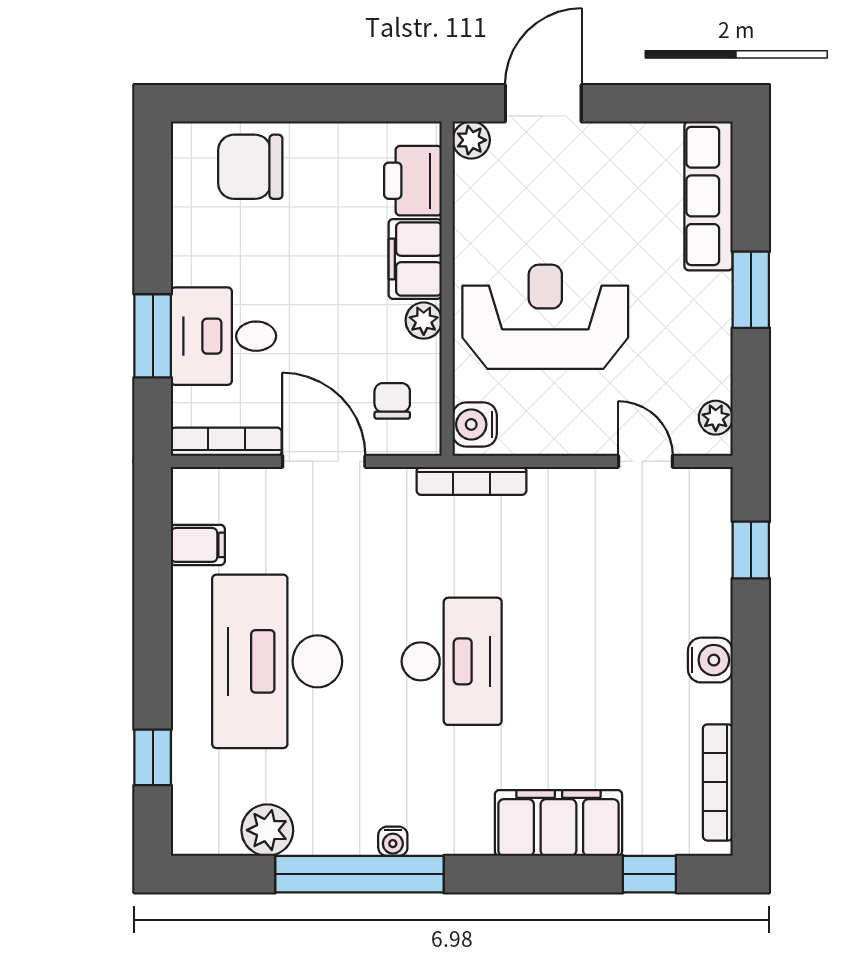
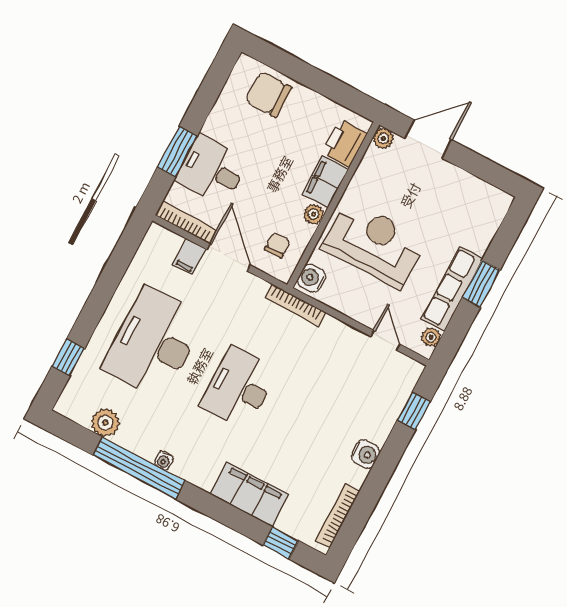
row of seats: (709, 196) -> (452, 289), moved
filing cabinet: (198, 545) -> (189, 257), moved, turned 90
desk: (452, 661) -> (239, 388), turned 180

